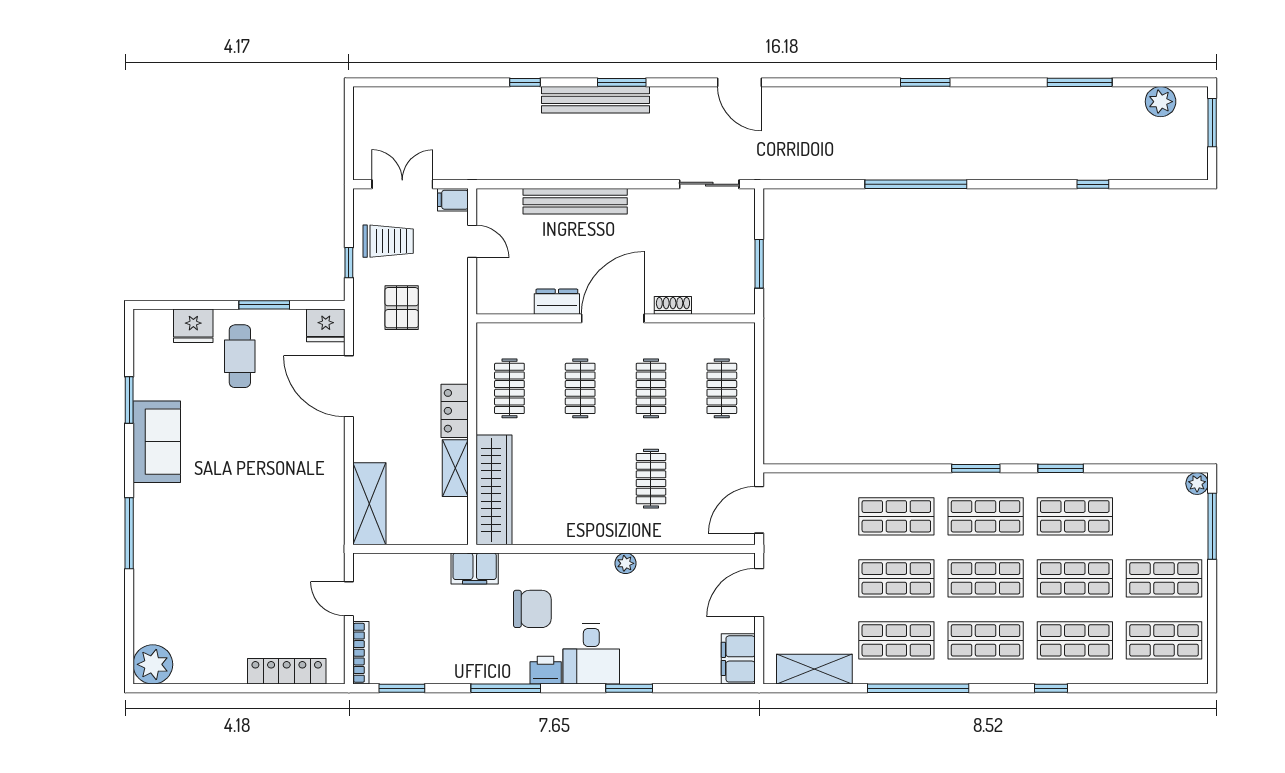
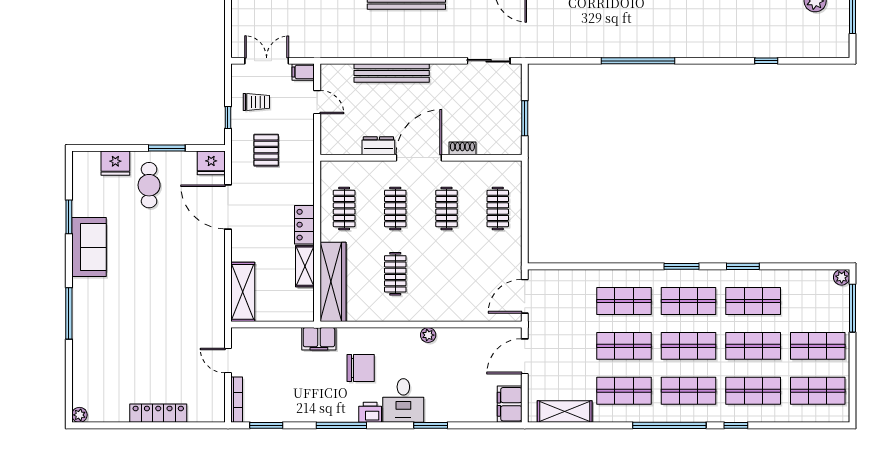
trolley: (388, 241) -> (256, 102), width x0.73, depth x0.72
clothes rail: (651, 479) -> (395, 274), moved
plant: (153, 664) -> (79, 415), width x0.53, depth x0.53
locker: (287, 671) -> (158, 413), moved
window: (918, 688) -> (669, 425), moved

